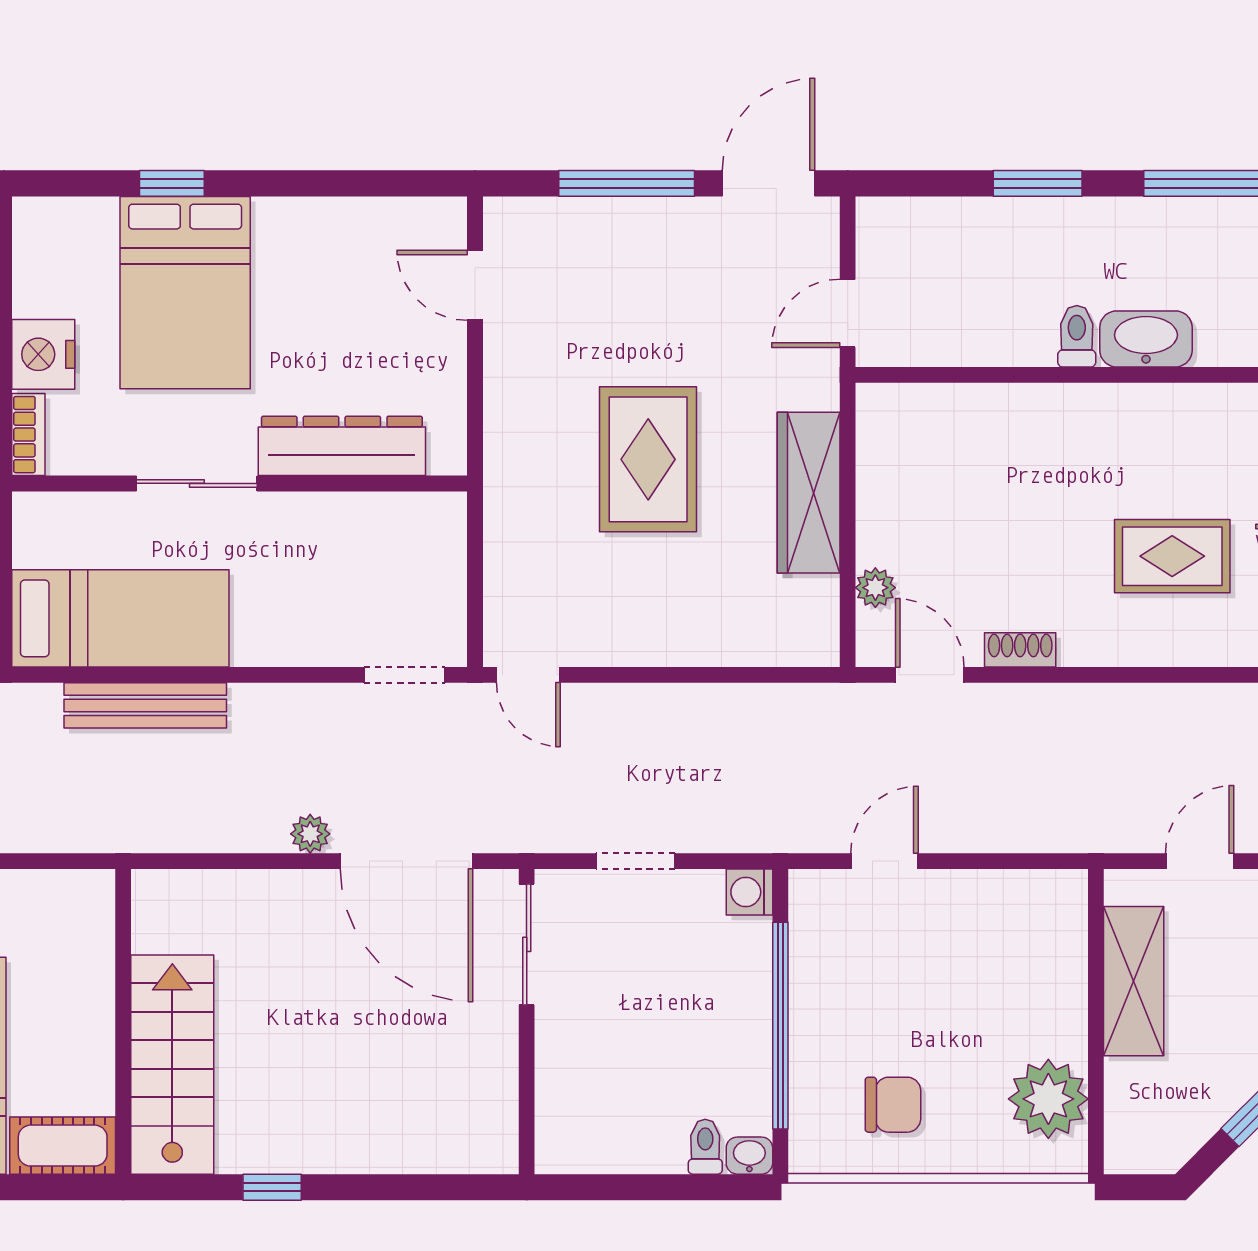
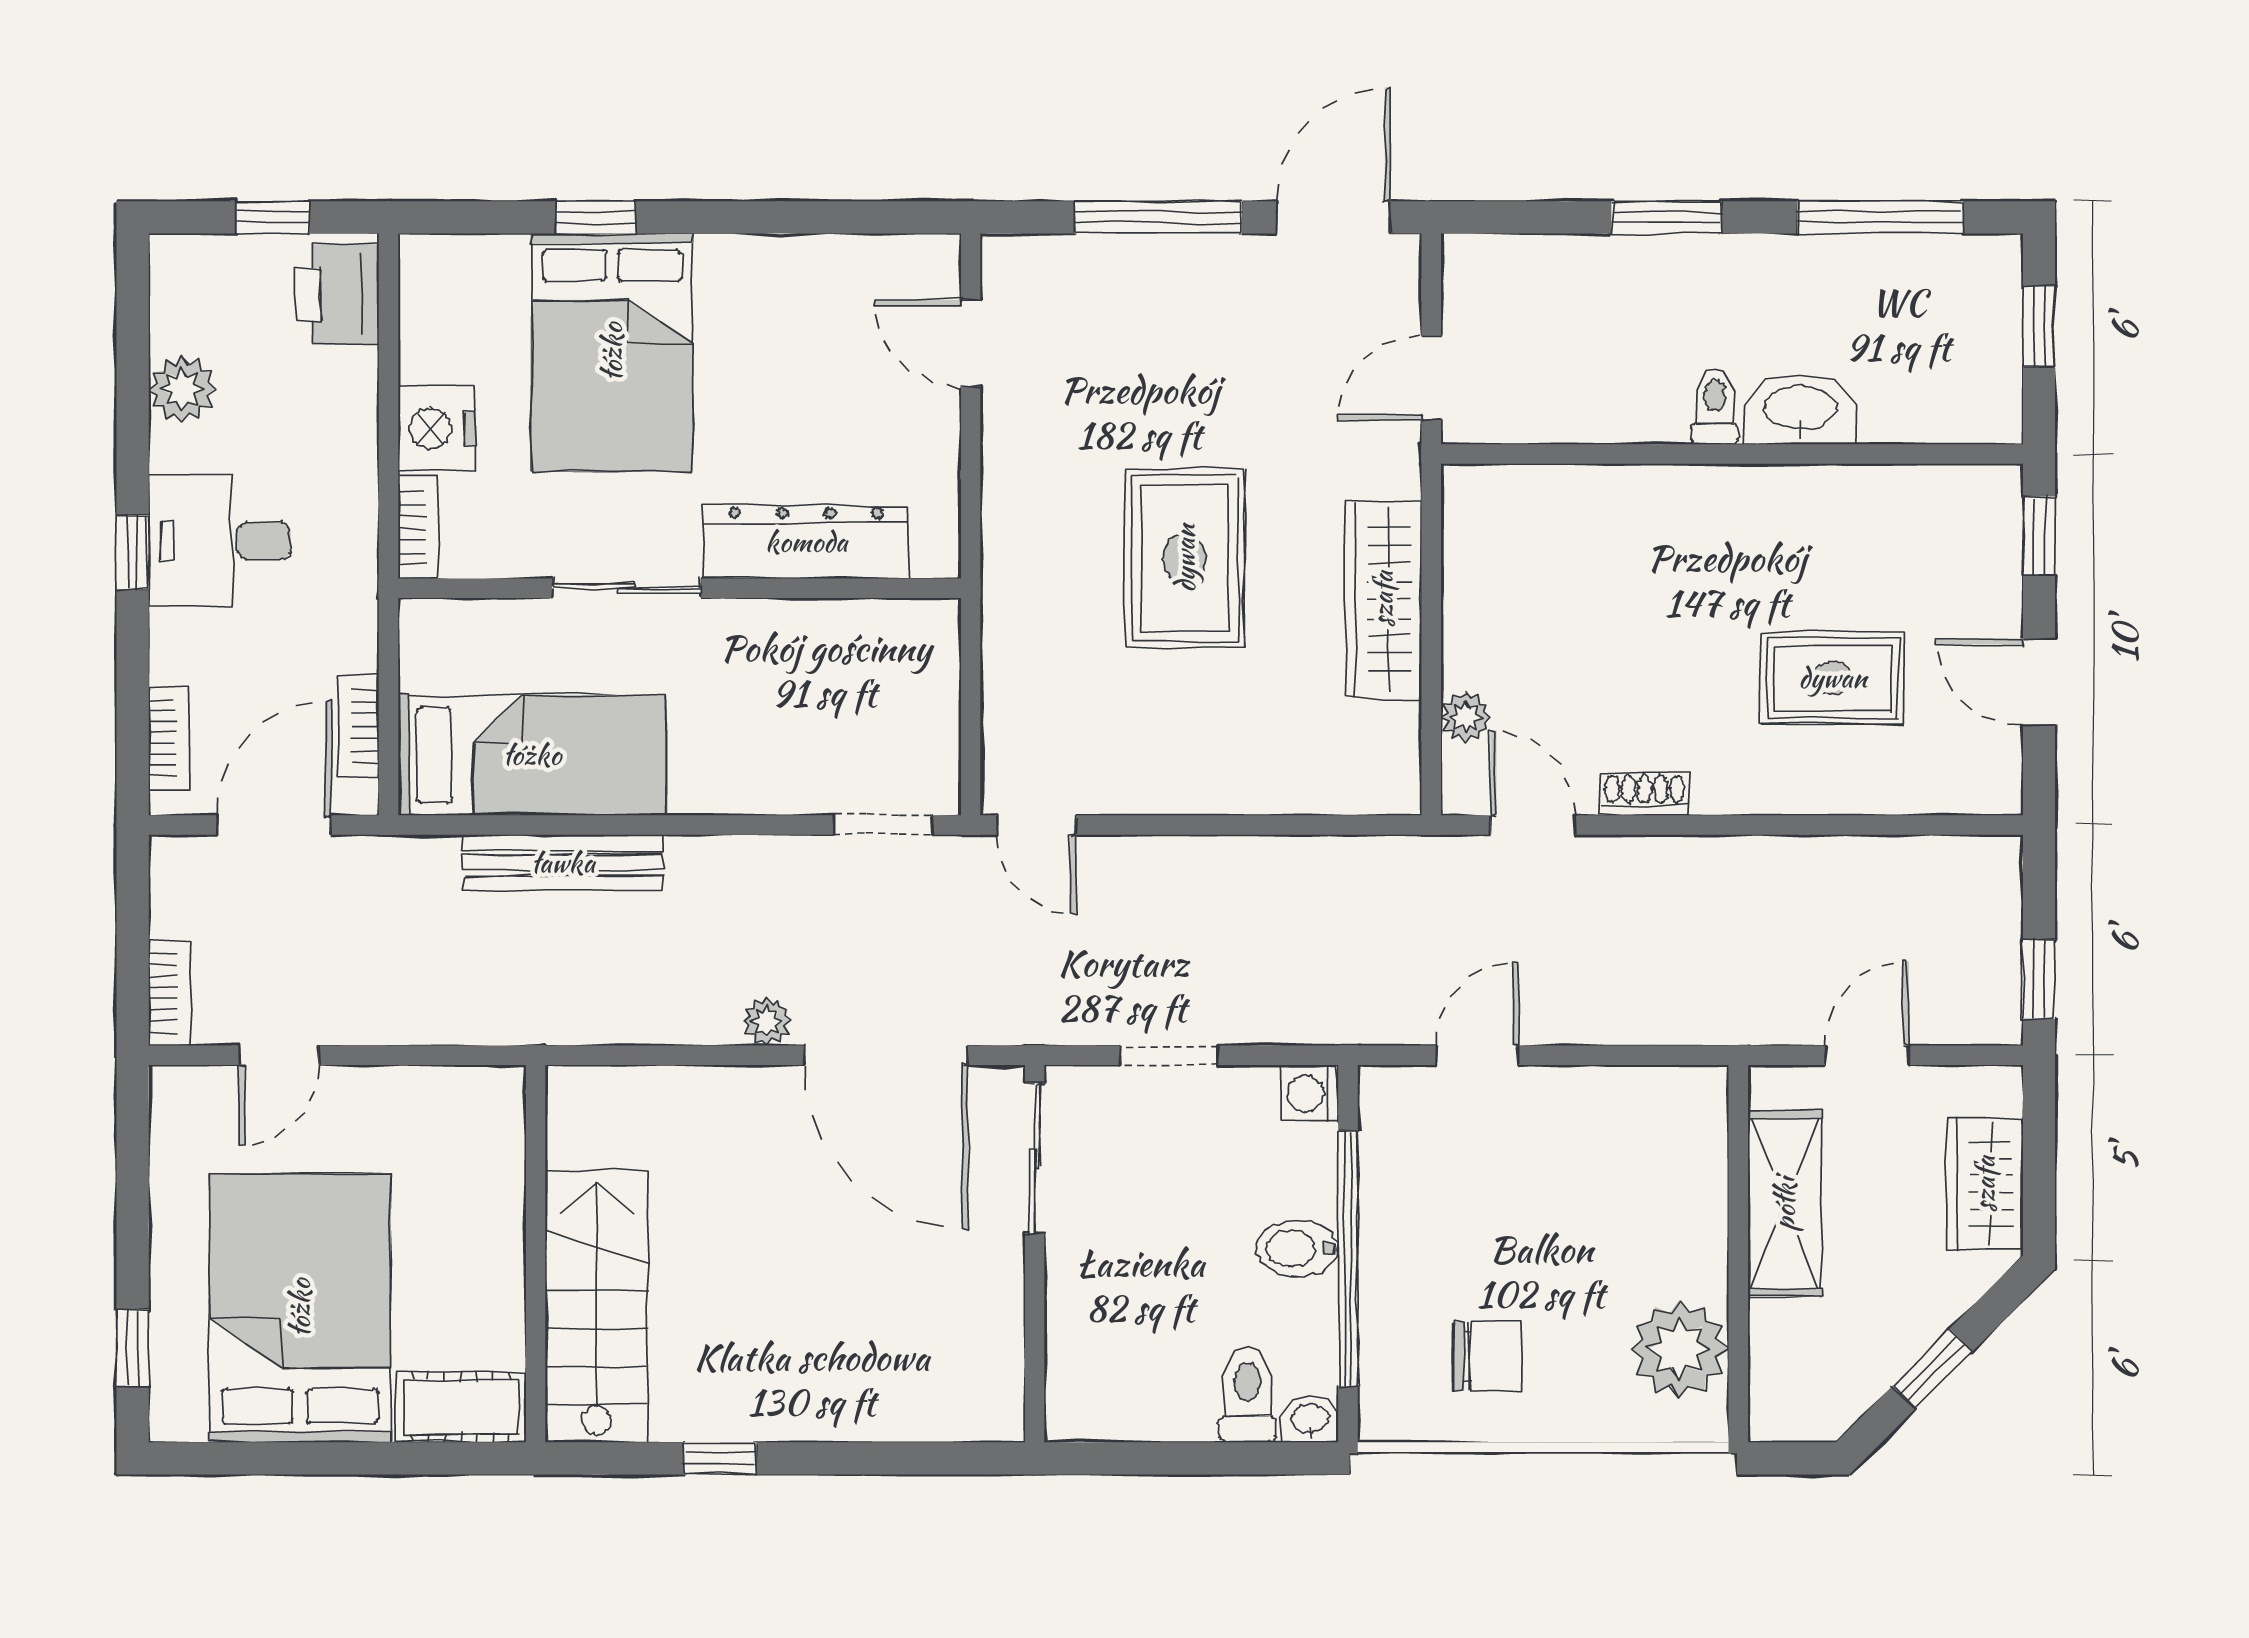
bidet: (739, 1017) -> (1297, 1248), added
toilet: (705, 1147) -> (1247, 1395), width x1.37, depth x1.39

